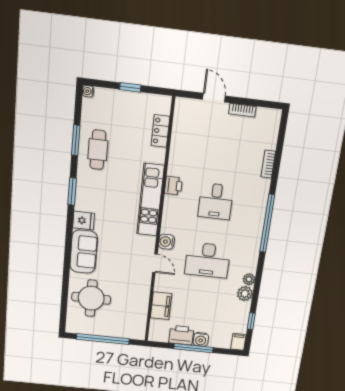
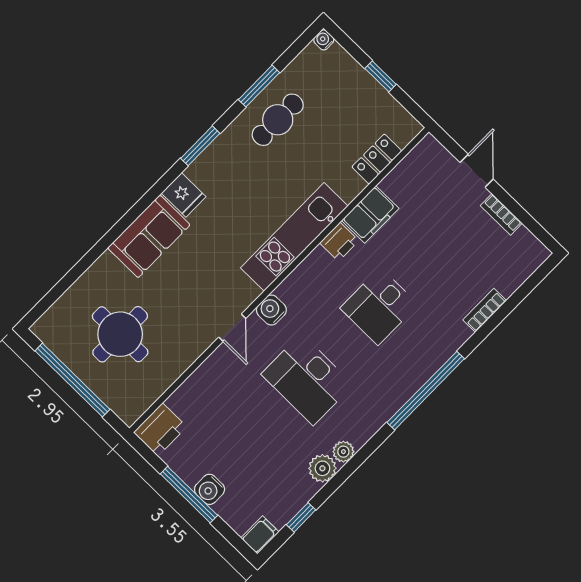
round table: (91, 298) -> (120, 334), moved
filing cabinet: (161, 306) -> (370, 214), moved
printer: (181, 335) -> (160, 429), moved, turned 90

